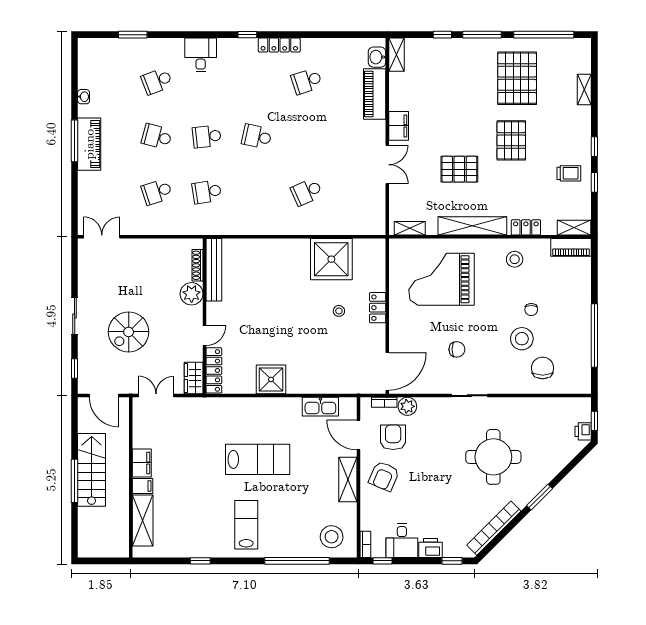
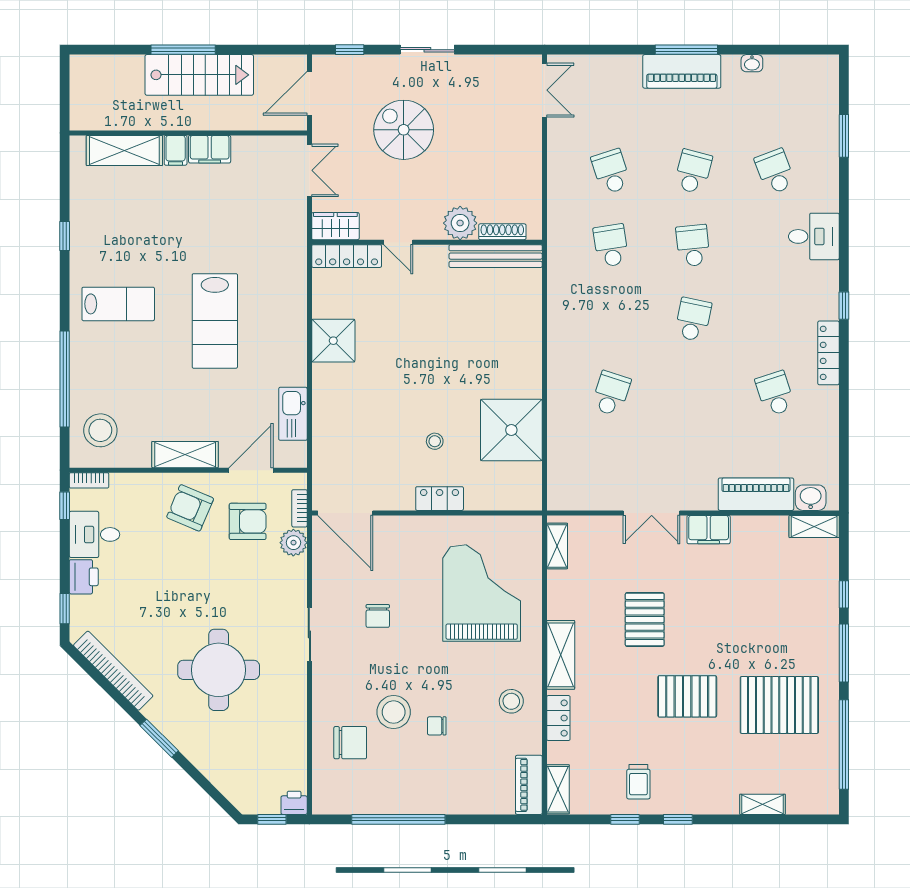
school desk: (307, 192) -> (611, 393), turned 42
shelving: (472, 226) -> (561, 655), width x0.68
printer: (583, 431) -> (294, 803), moved

